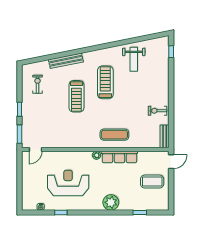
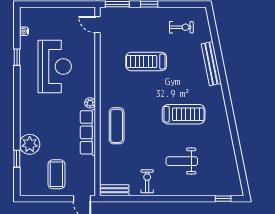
weight bench: (134, 59) -> (182, 161), moved
treadmill: (76, 96) -> (146, 62), moved
plant: (111, 202) -> (30, 144), moved

